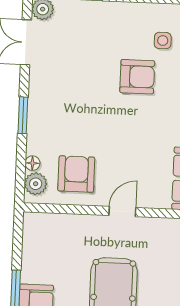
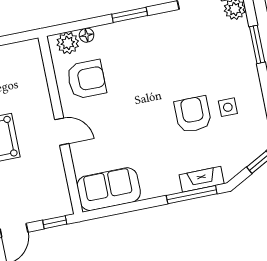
side table: (163, 41) -> (228, 107), moved
armchair: (137, 77) -> (193, 114), turned 180

